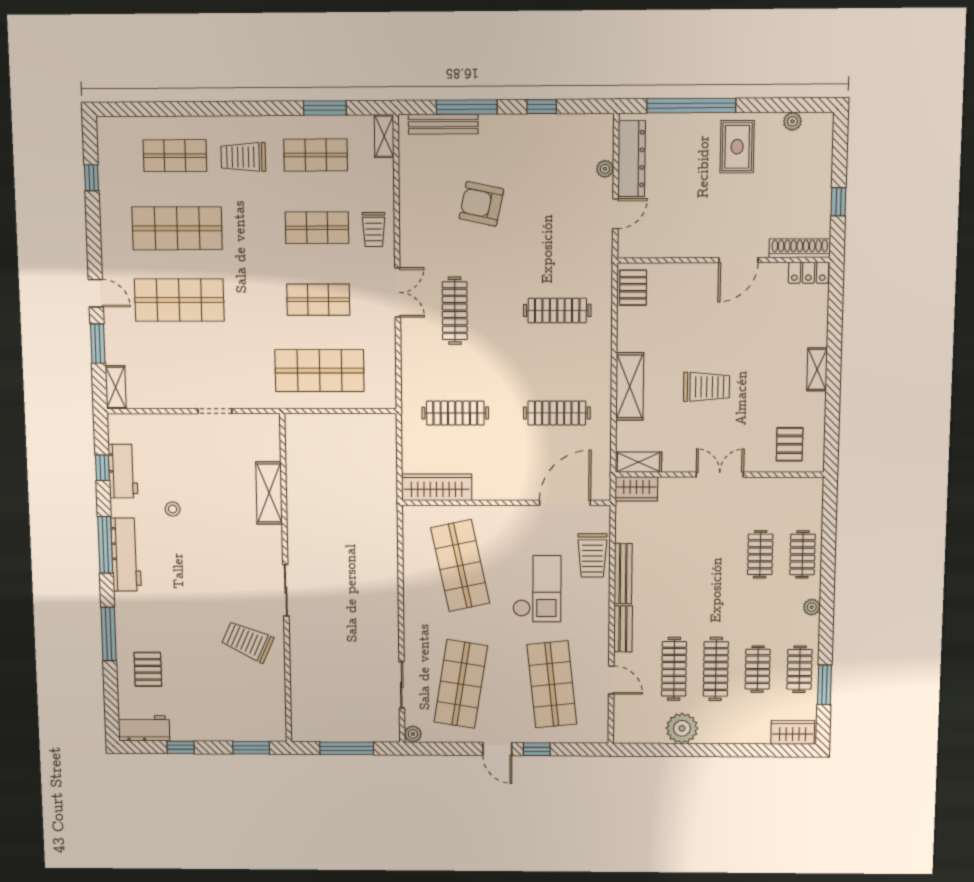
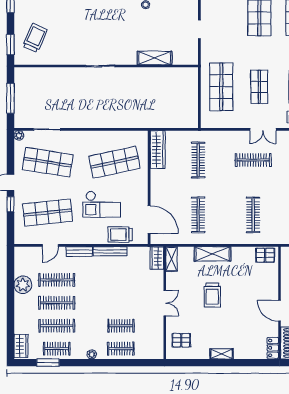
trolley: (248, 642) -> (35, 38), moved
clothes rail: (758, 669) -> (57, 326), width x1.36

